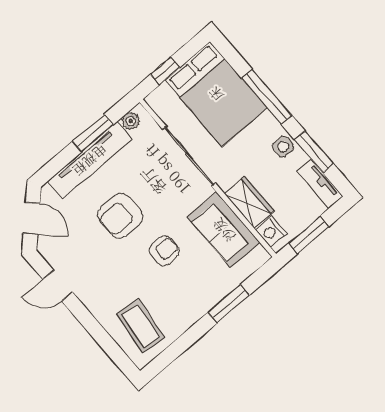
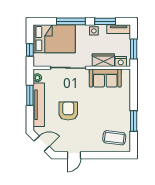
armchair: (120, 216) -> (68, 111), turned 180
armchair: (164, 251) -> (95, 106), removed
window: (229, 304) -> (134, 121), moved

